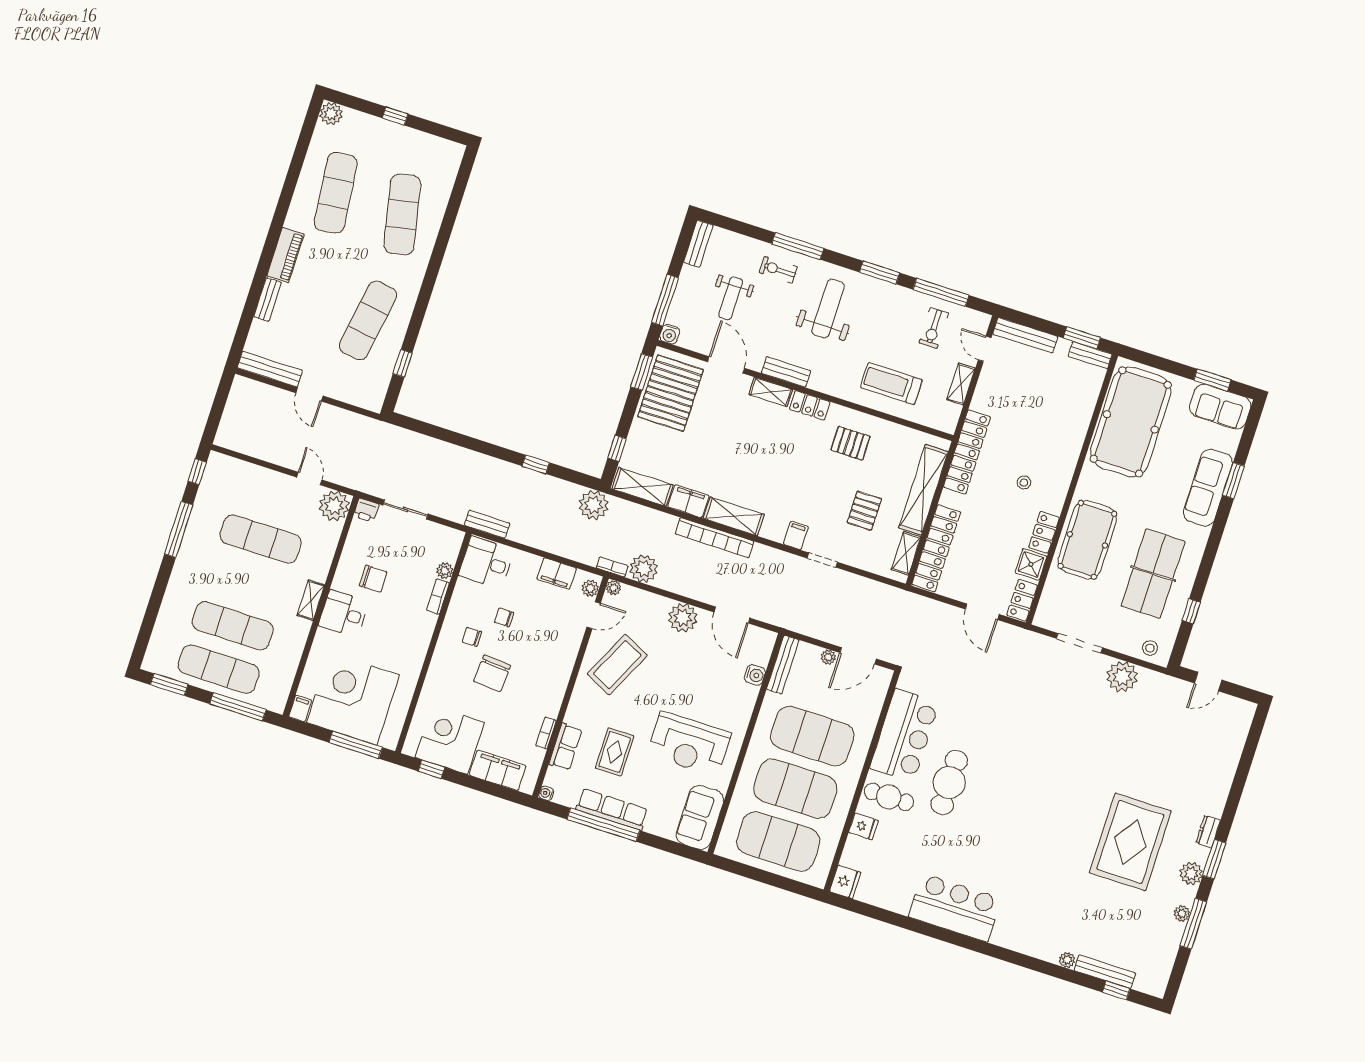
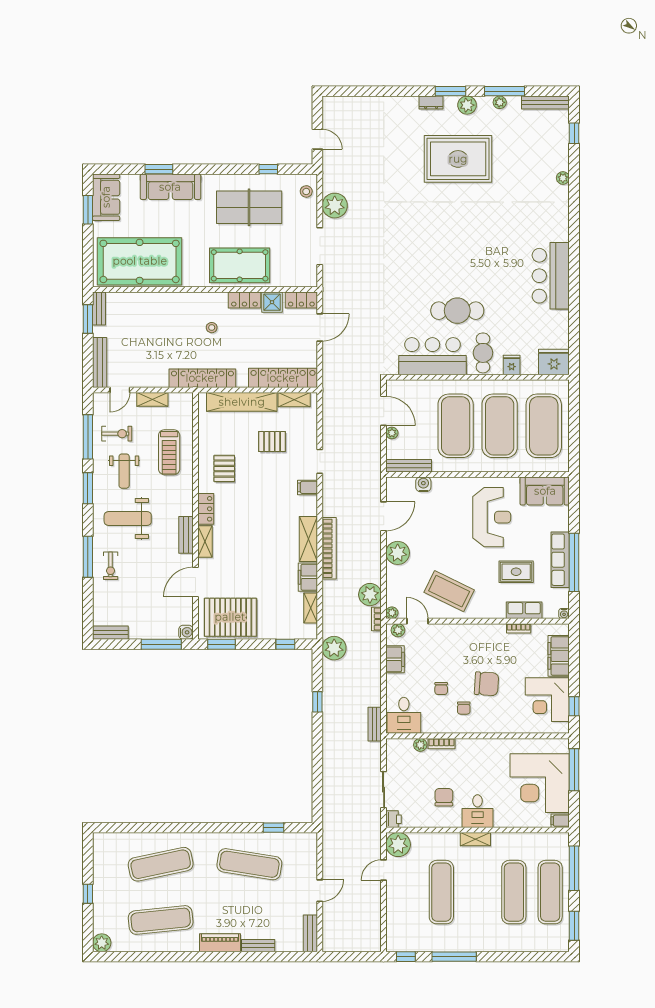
weight bench: (731, 298) -> (124, 471), moved, turned 90
bench: (270, 369) -> (310, 933), width x0.73
shelving: (642, 487) -> (311, 608), width x0.67, depth x0.75
fridge: (845, 882) -> (554, 362), width x1.36, depth x1.34
bench: (1105, 972) -> (545, 103), moved, turned 90

